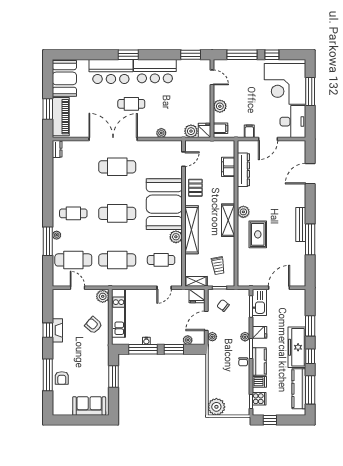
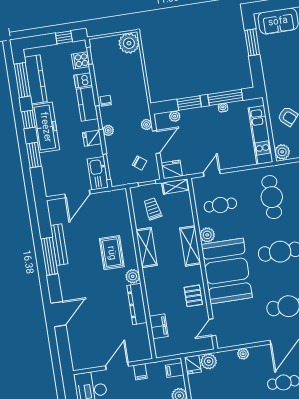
dresser: (243, 170) -> (137, 304), moved
door: (310, 174) -> (59, 314), moved
shelving: (228, 220) -> (146, 248), moved
bench: (301, 225) -> (59, 245), moved
shelving: (191, 230) -> (190, 246), width x0.68
cafe table: (117, 260) -> (272, 197), turned 90
window: (114, 377) -> (252, 42), moved

